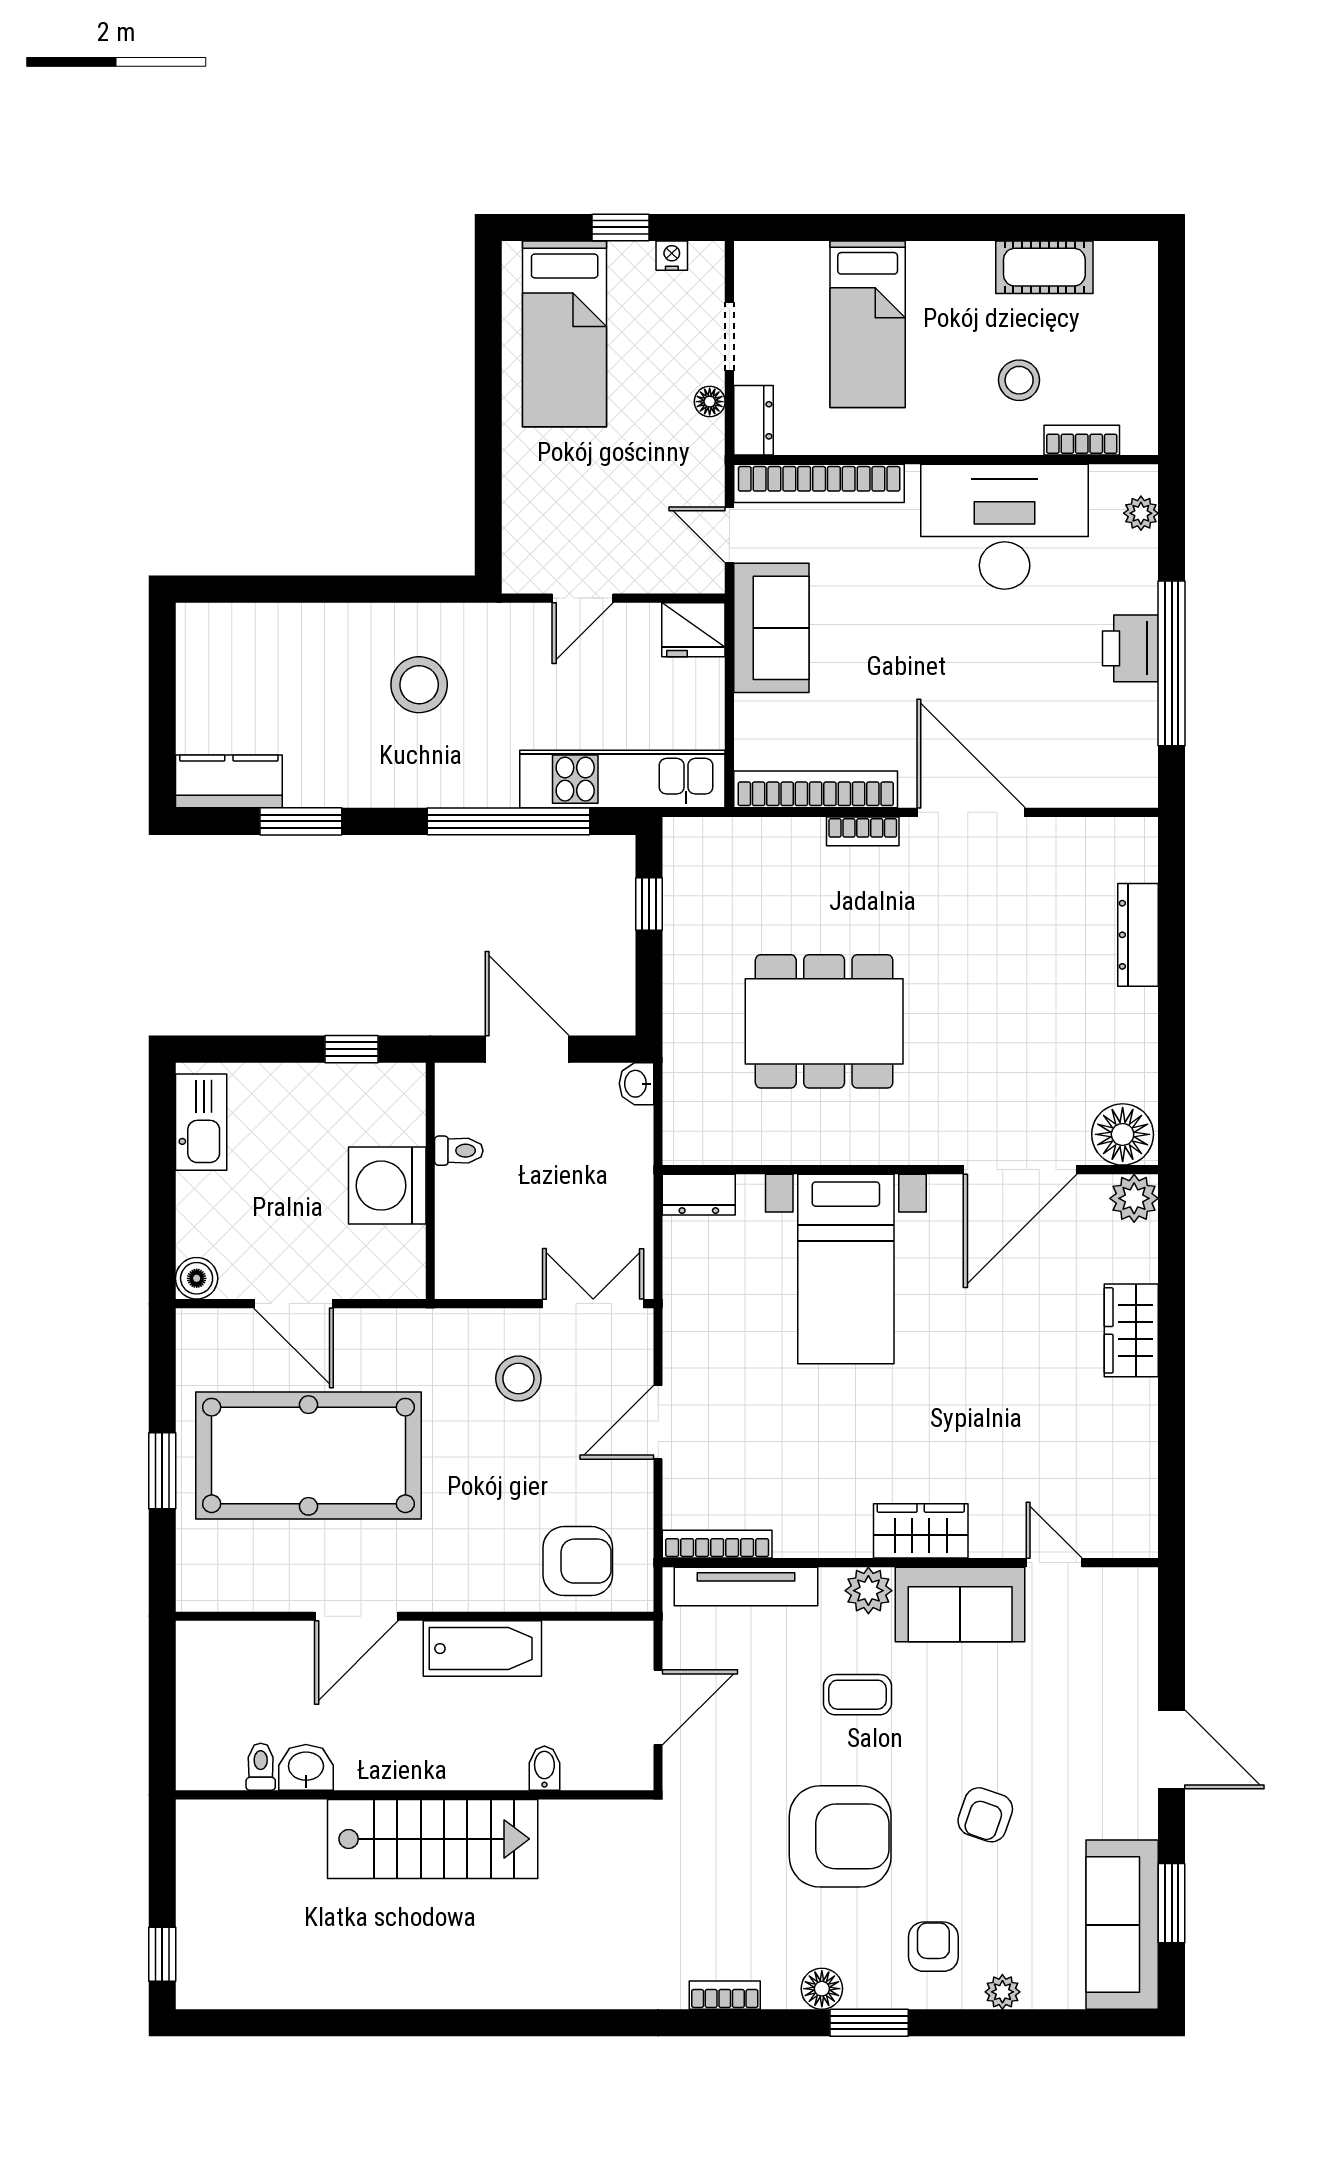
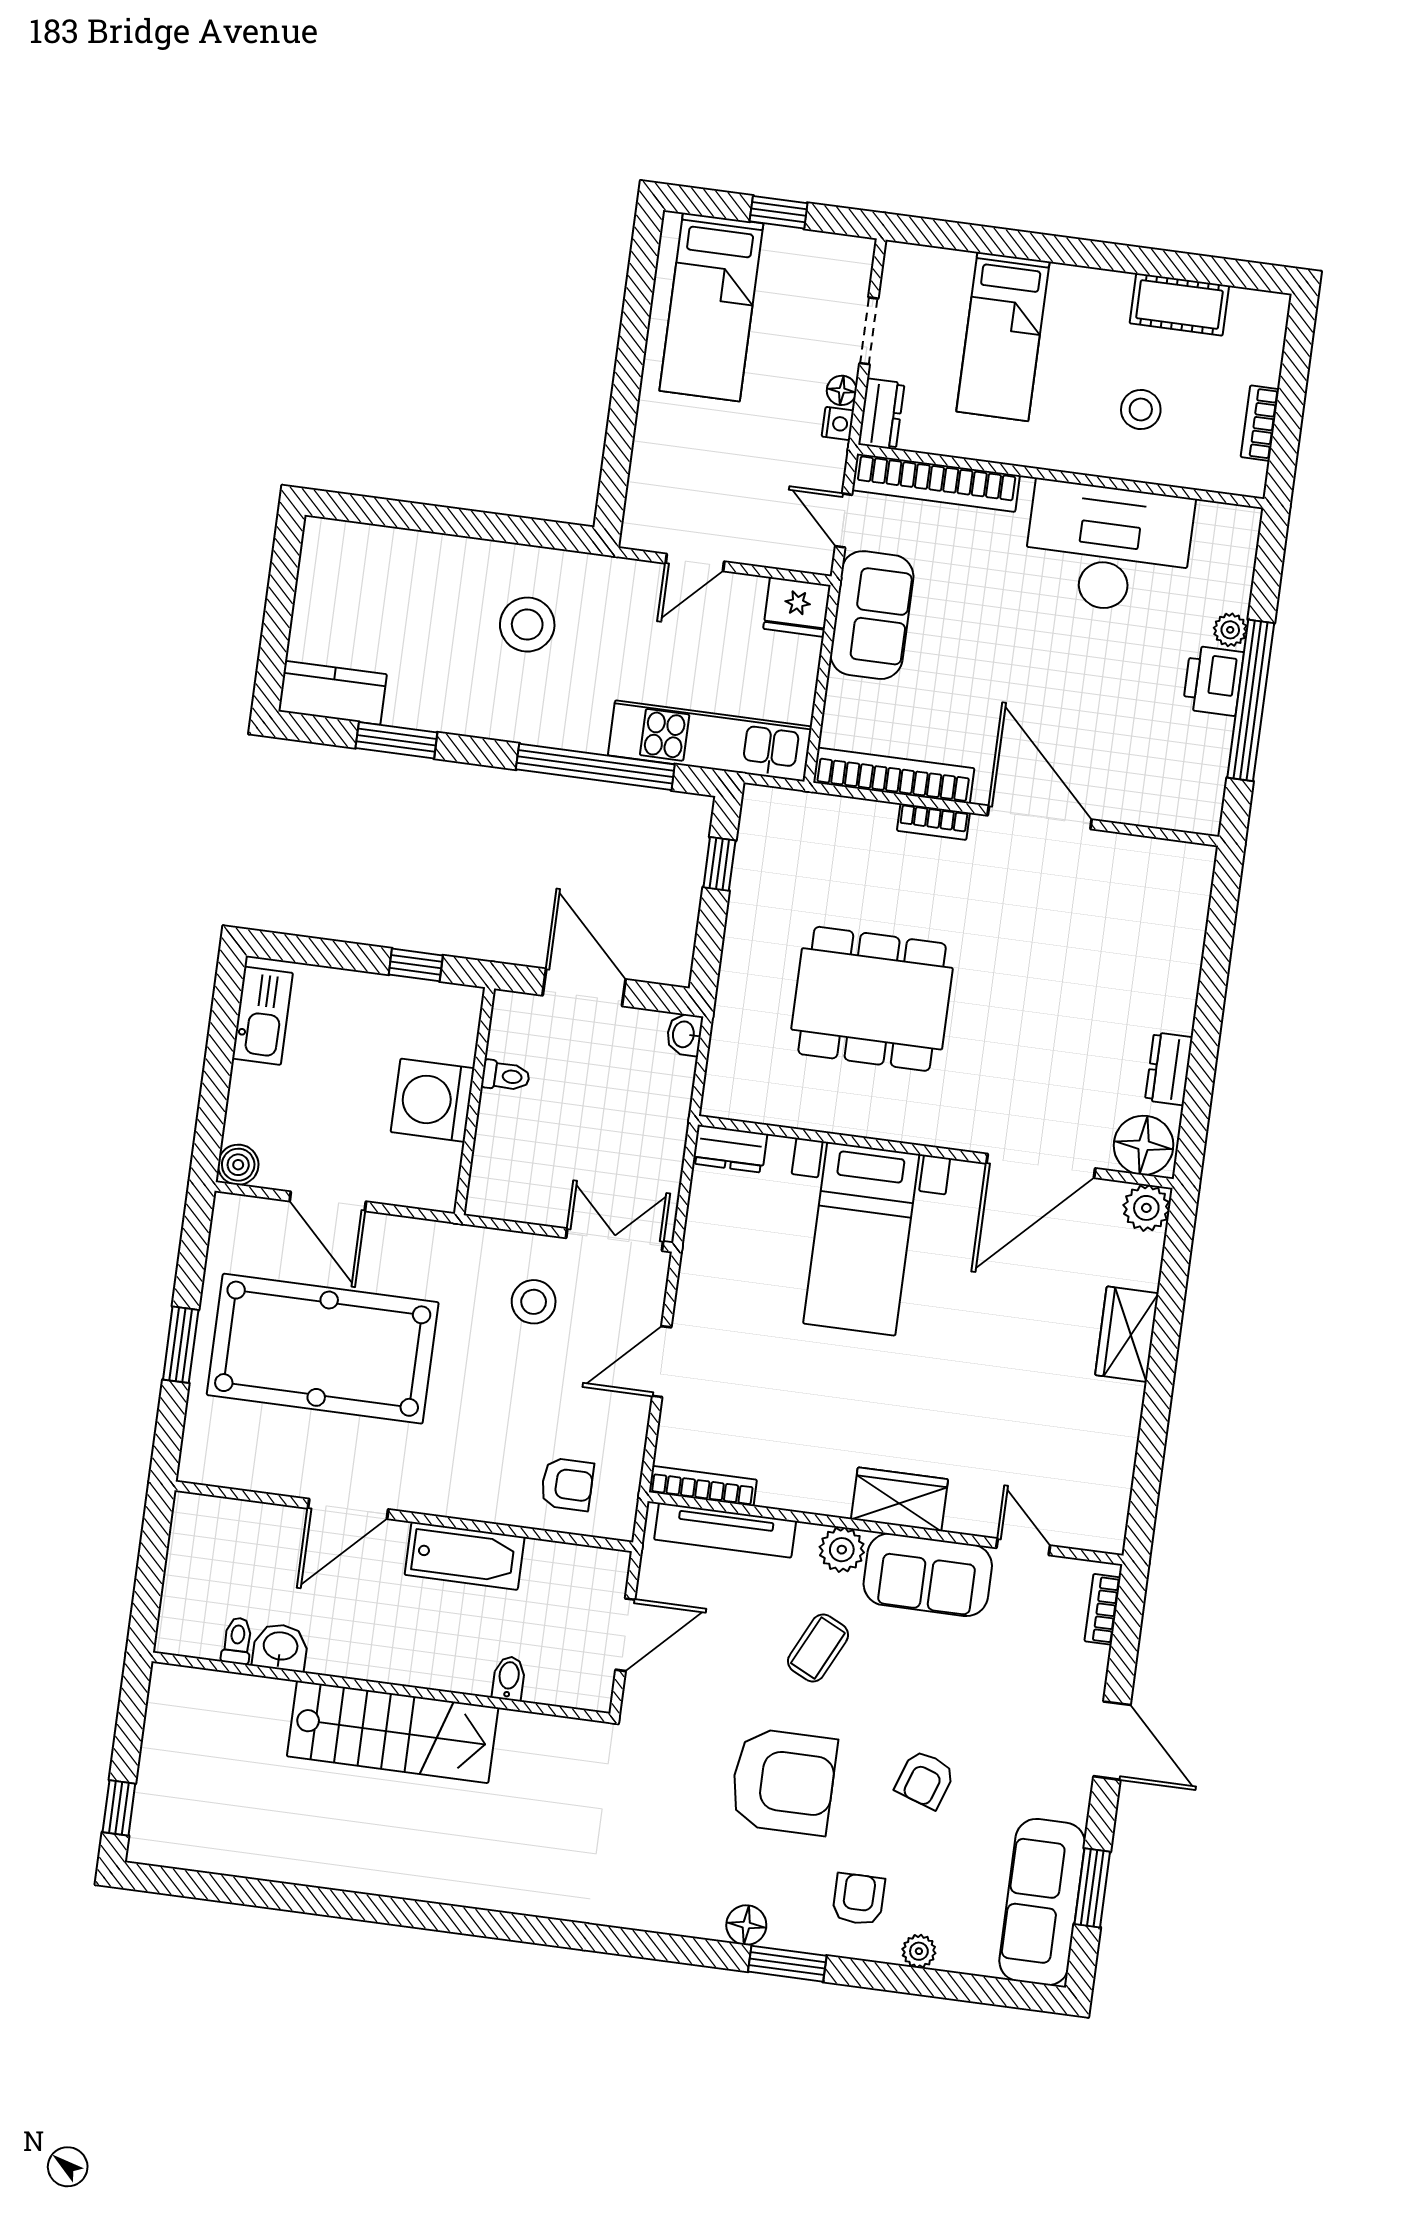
nightstand: (672, 256) -> (838, 424), moved, turned 90
bookcase: (1082, 440) -> (1260, 423), moved, turned -90
plant: (1141, 513) -> (1230, 630), moved
dresser: (1138, 935) -> (1169, 1069), moved, width x0.70
armchair: (578, 1561) -> (567, 1484), width x0.72, depth x0.72
coffee table: (857, 1695) -> (818, 1648), turned -64
bookcase: (725, 1995) -> (1103, 1609), moved, turned -90

